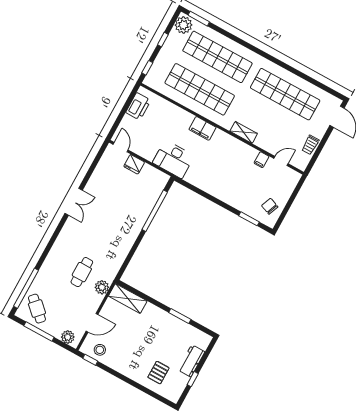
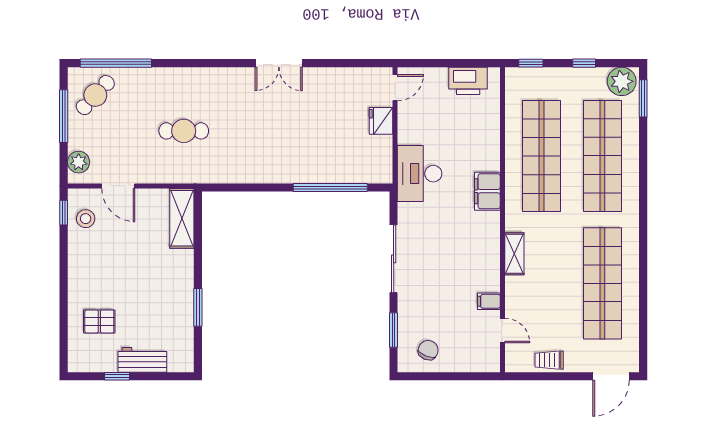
sliding door: (211, 198) -> (394, 259), added
plant: (102, 287) -> (178, 172), removed

